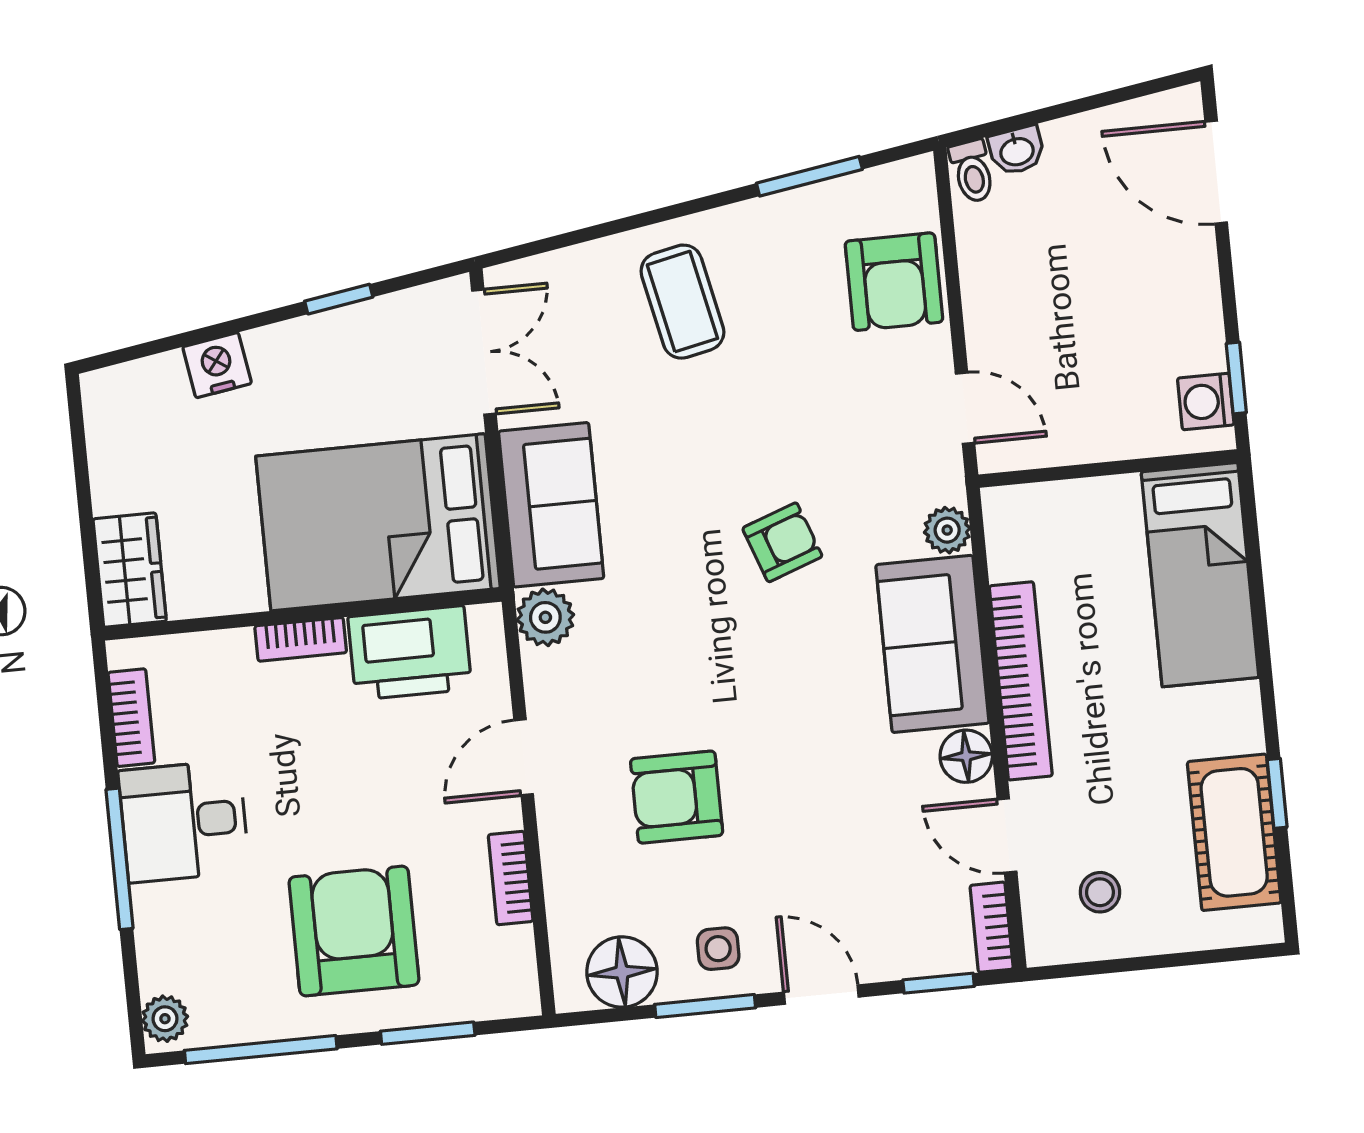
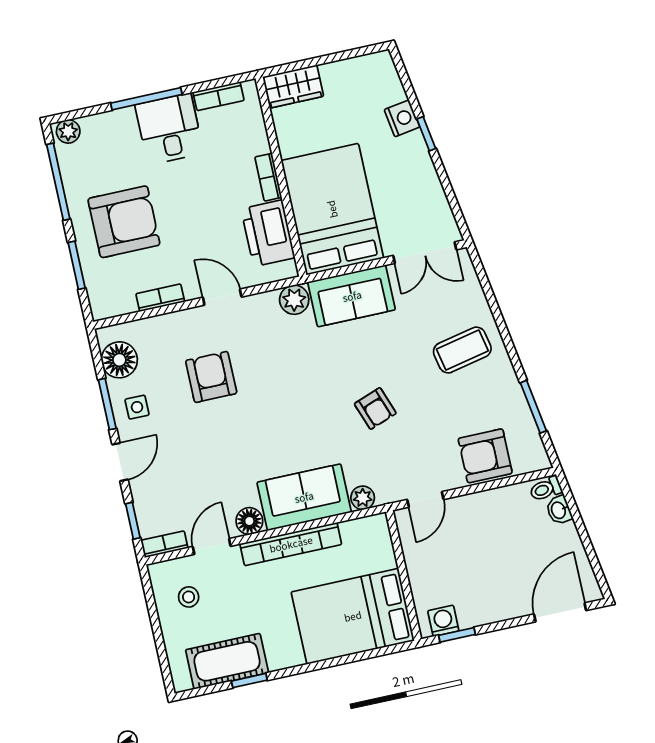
window: (339, 299) -> (426, 134), moved
armchair: (782, 542) -> (375, 409), moved
bed: (1200, 575) -> (353, 616), width x1.50

